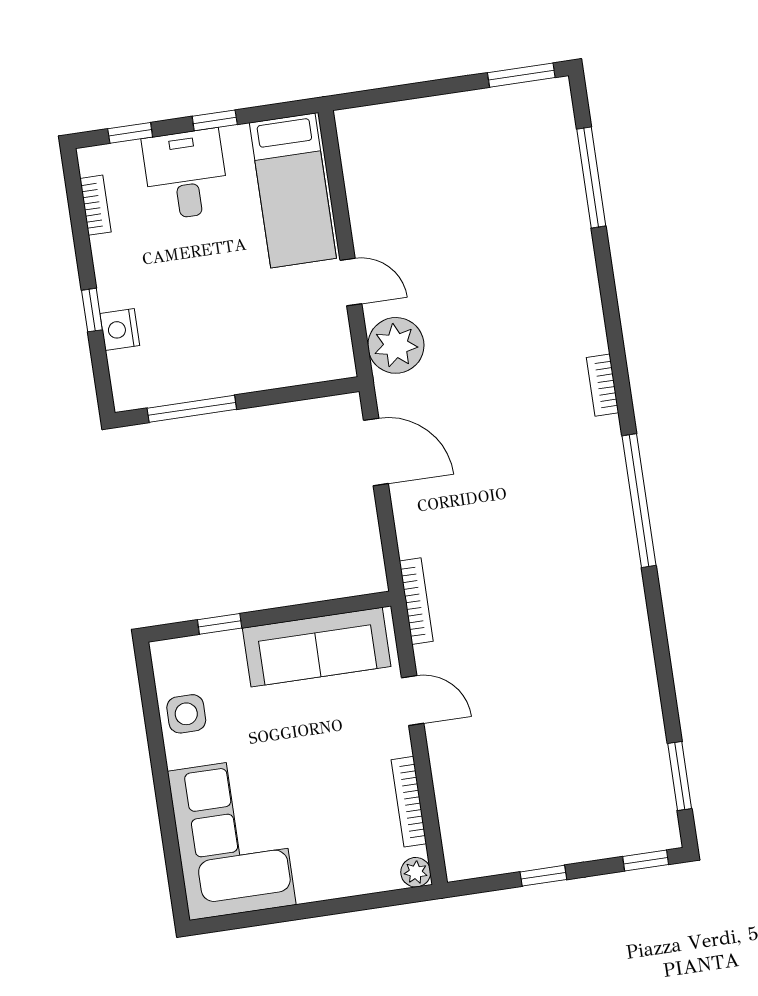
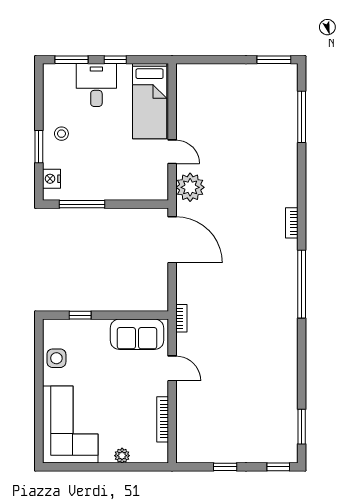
window: (130, 133) -> (71, 60), width x1.50
bookcase: (95, 205) -> (48, 94), removed
stool: (132, 278) -> (61, 134), added
window: (92, 310) -> (39, 147), width x1.50
nightstand: (120, 330) -> (51, 179), moved
door: (376, 452) -> (172, 240), width x1.36
bookcase: (416, 601) -> (181, 318), width x0.64
sofa: (317, 647) -> (137, 334), width x0.73
plant: (416, 872) -> (122, 456), moved

